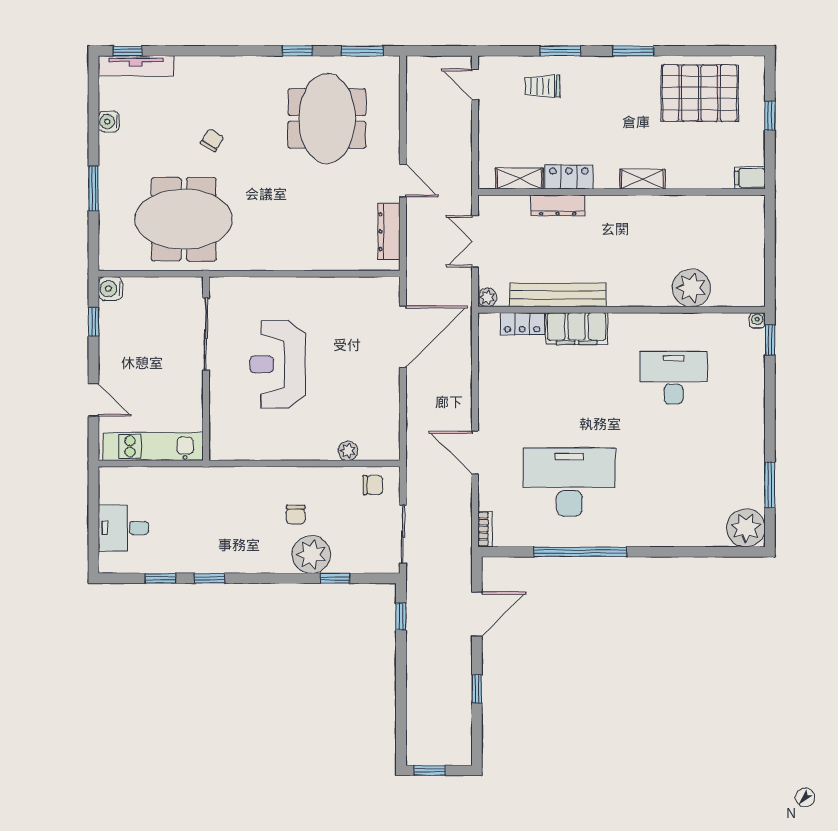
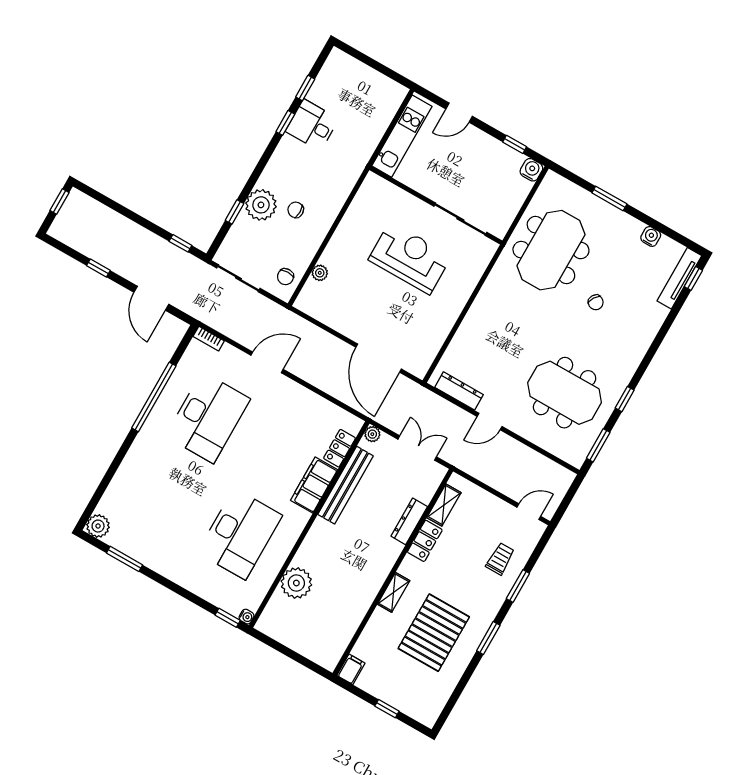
pallet: (700, 93) -> (434, 633), moved
desk: (674, 378) -> (240, 534), width x1.36, depth x1.30
desk: (123, 528) -> (312, 125), moved, turned -90
plant: (746, 528) -> (98, 526), width x0.73, depth x0.73

